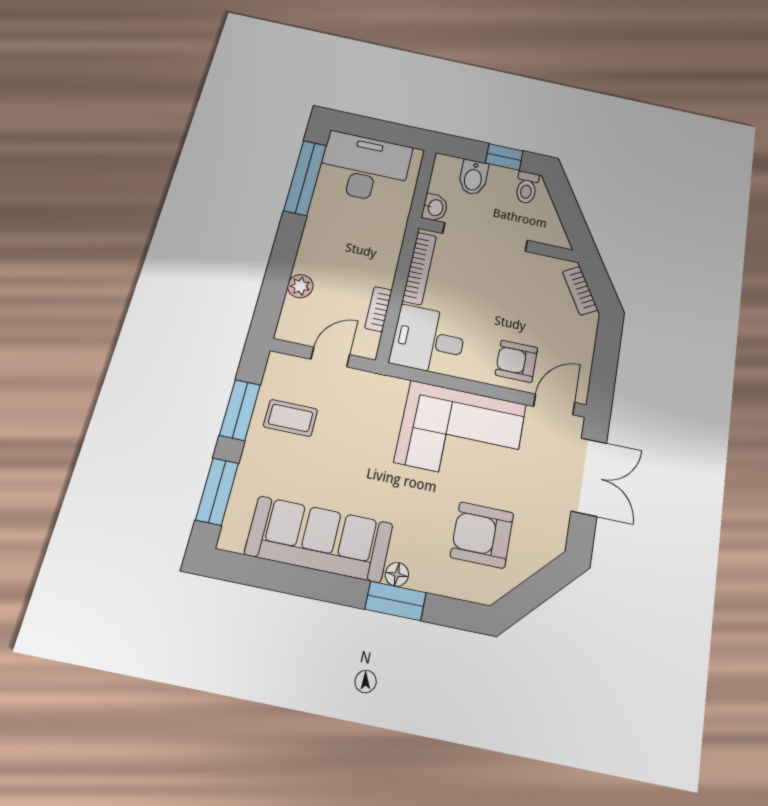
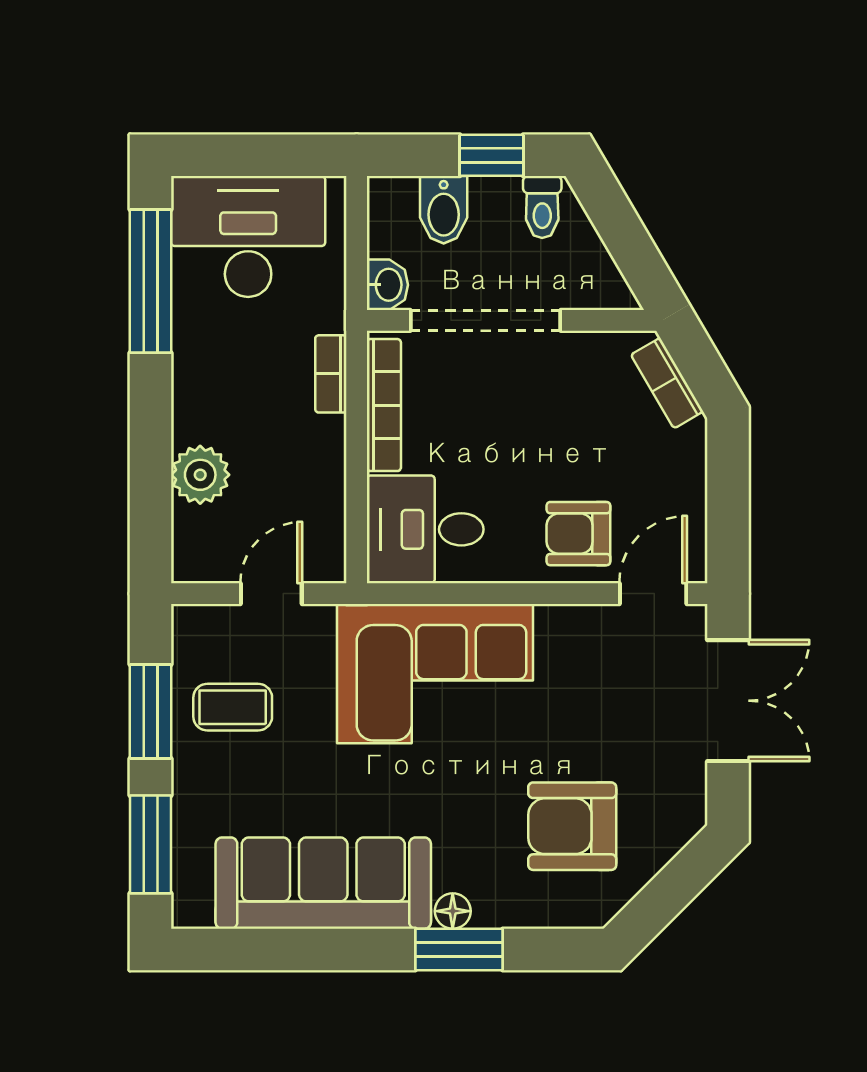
plant: (300, 286) -> (200, 475), width x1.38, depth x1.38
bookcase: (378, 309) -> (331, 374), moved
corner sofa: (461, 433) -> (435, 674), moved

